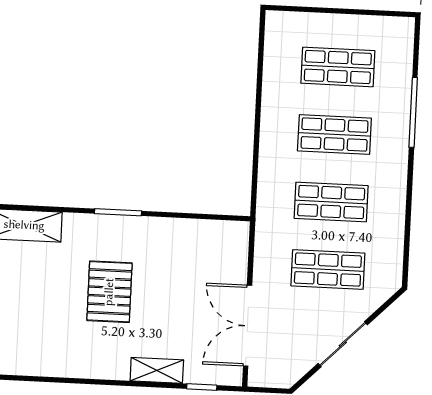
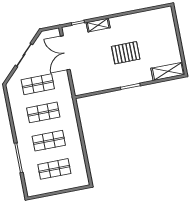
pallet: (109, 292) -> (126, 53), turned 90
double door: (248, 326) -> (65, 53), swing flipped

